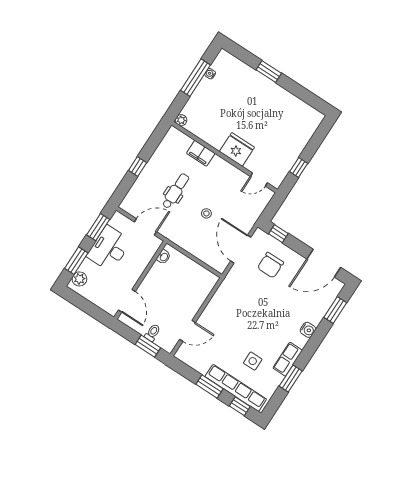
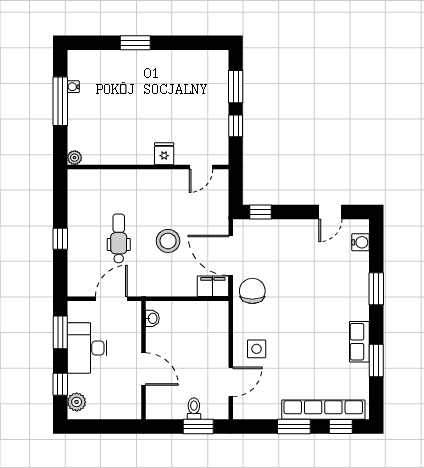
window: (315, 142) -> (236, 87), added
fridge: (237, 149) -> (164, 154), width x0.53, depth x0.75
filing cabinet: (201, 153) -> (213, 286), moved, turned 180
stool: (206, 213) -> (168, 241), width x1.89, depth x1.89
window: (76, 261) -> (60, 384), width x0.67
door: (324, 263) -> (330, 212), width x0.53
chair: (270, 265) -> (252, 291), moved, turned 180
door: (127, 301) -> (143, 369), moved
window: (335, 310) -> (376, 289), moved
water cooler: (308, 330) -> (361, 242), moved
side table: (253, 361) -> (257, 349), moved

